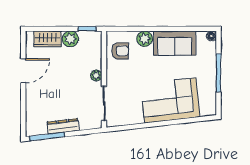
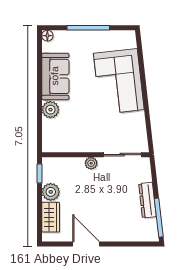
armchair: (120, 51) -> (64, 137), removed

